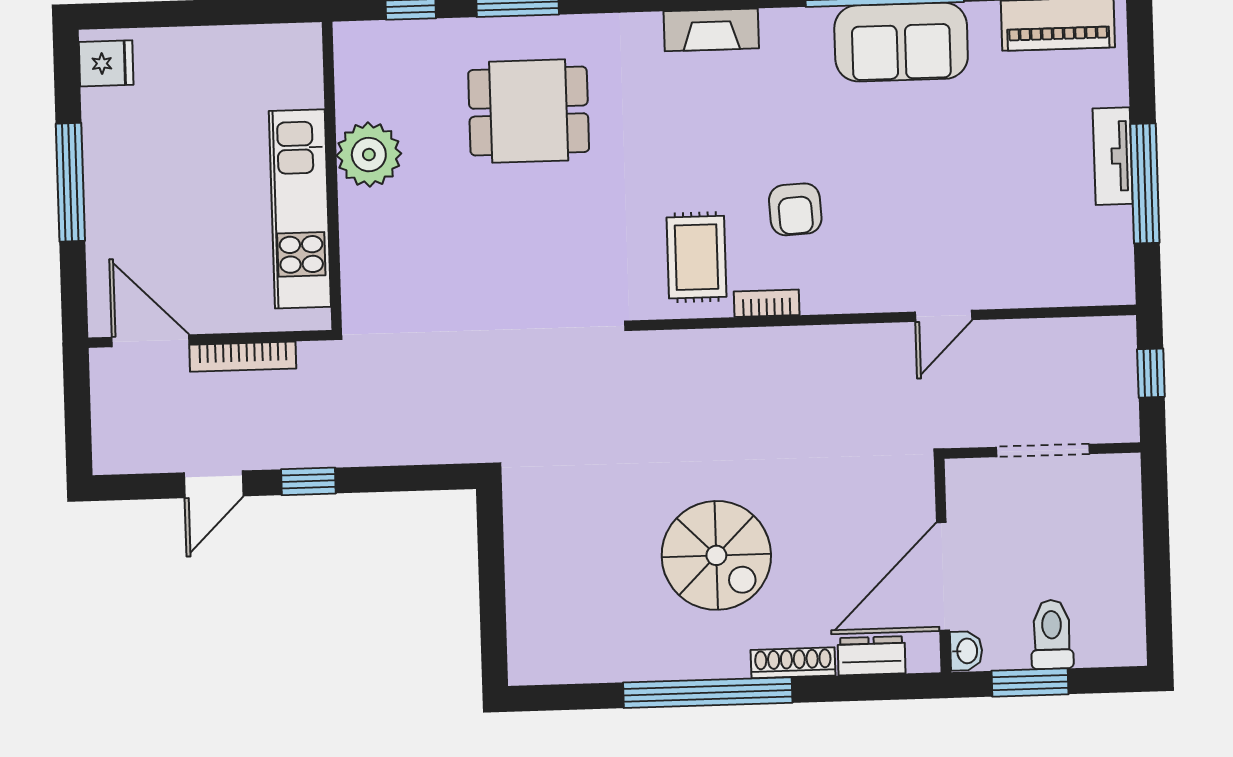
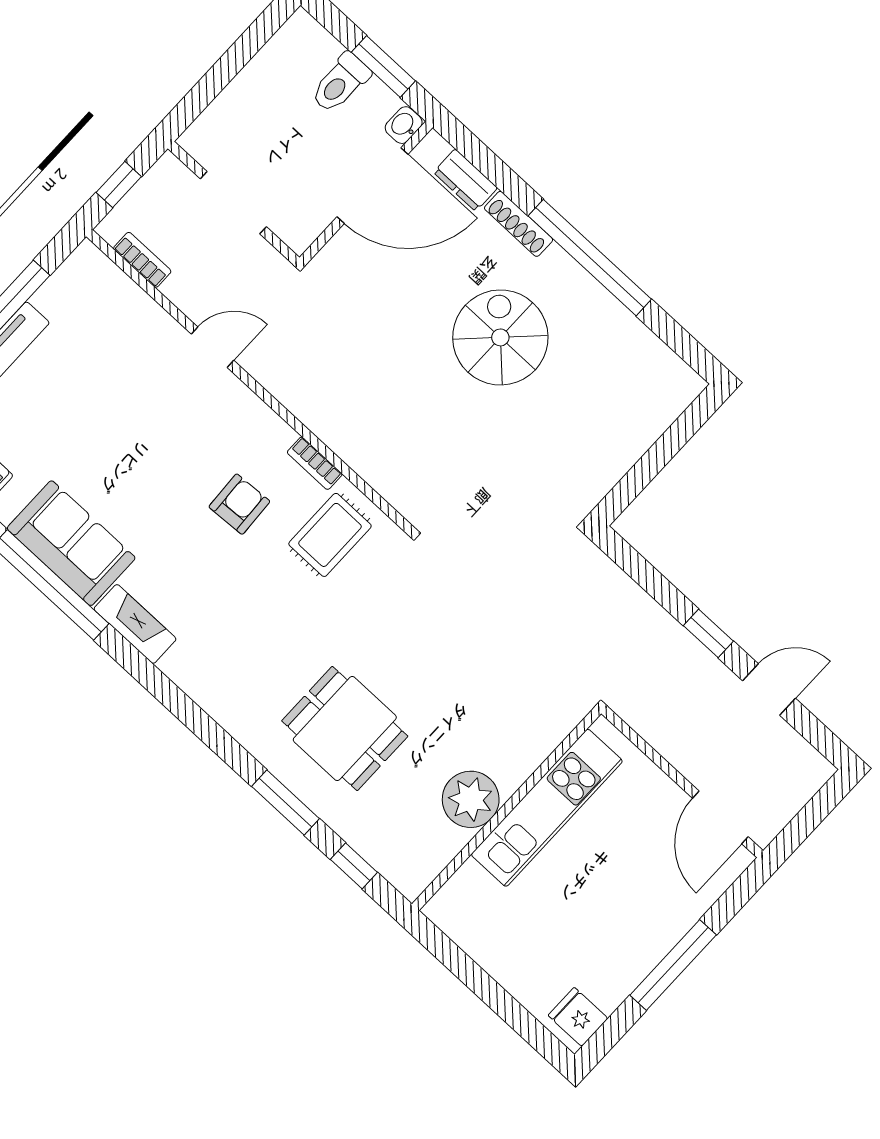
fireplace: (711, 30) -> (135, 624), moved
bookcase: (243, 357) -> (142, 260), moved, width x0.64

